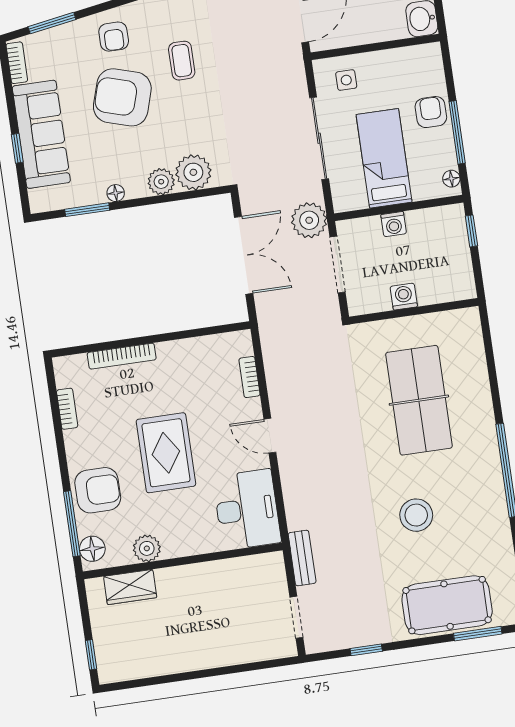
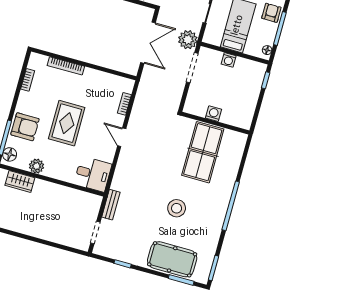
washing machine: (404, 297) -> (213, 114), moved
wall: (414, 311) -> (215, 123), moved
desk: (247, 510) -> (93, 174), width x0.73

